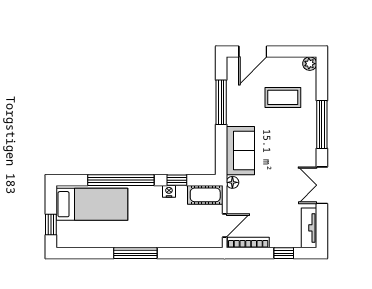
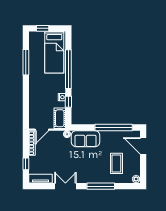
window: (221, 102) -> (114, 127), width x1.46
door: (225, 226) -> (42, 130), hinge flipped
window: (135, 253) -> (26, 62), moved

